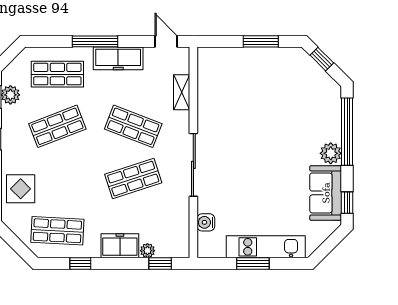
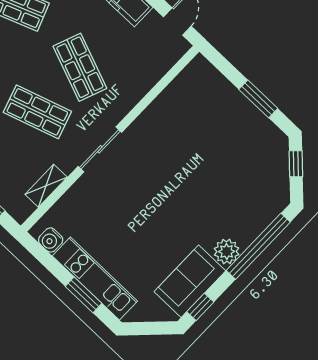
shelving: (182, 92) -> (46, 186), moved
sliding door: (193, 165) -> (100, 149), width x0.73
water cooler: (206, 222) -> (51, 240), moved, turned -90
window: (253, 263) -> (84, 295), moved

